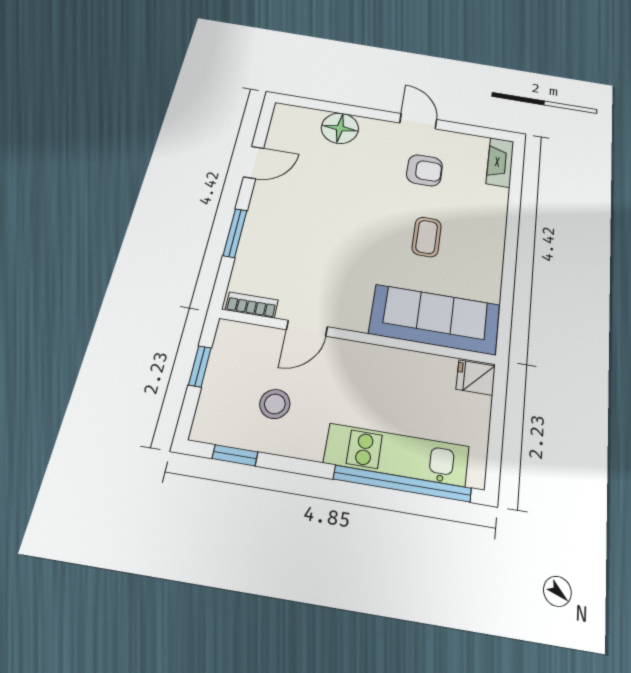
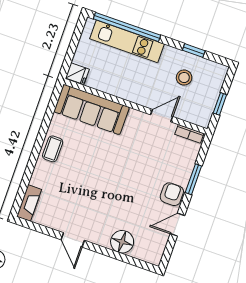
armchair: (424, 170) -> (172, 194), moved, turned 90
coffee table: (427, 237) -> (53, 149), moved
window: (235, 455) -> (194, 50), moved

